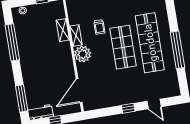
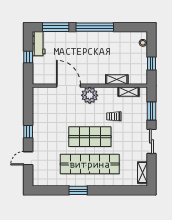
shelving: (76, 36) -> (129, 92), moved
window: (12, 42) -> (95, 27), moved
window: (178, 50) -> (78, 190), width x0.47
door: (79, 91) -> (69, 86), moved

